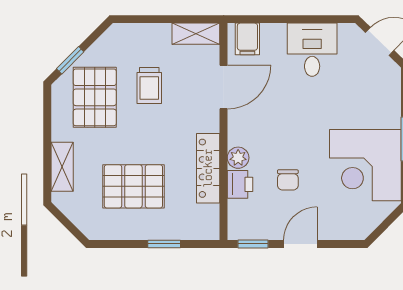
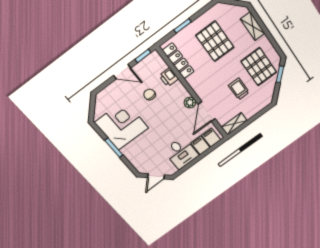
filing cabinet: (273, 39) -> (200, 145), added
plant: (238, 158) -> (190, 103), moved
locker: (208, 168) -> (178, 61), moved
pallet: (133, 186) -> (215, 41), turned 90
door: (300, 244) -> (122, 72), hinge flipped

